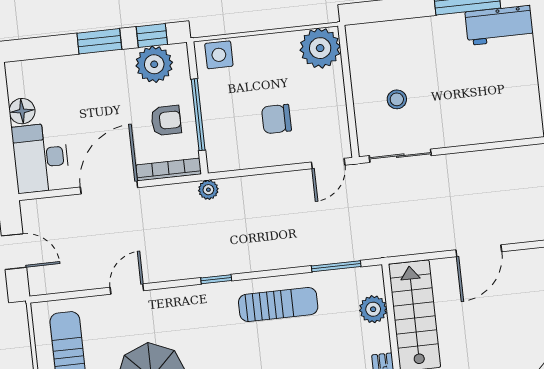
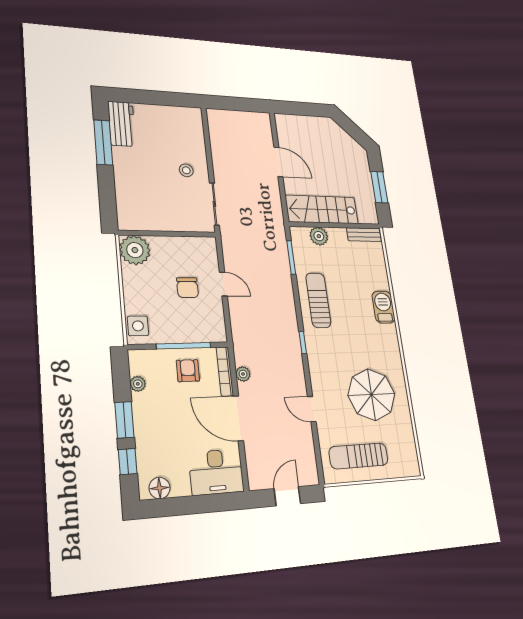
window: (152, 36) -> (128, 462), moved
plant: (154, 64) -> (138, 384), width x0.53, depth x0.53
stool: (397, 99) -> (186, 170), moved
floor lamp: (22, 111) -> (159, 488), moved
door: (328, 164) -> (223, 284), moved
plant: (208, 190) -> (243, 374), moved

